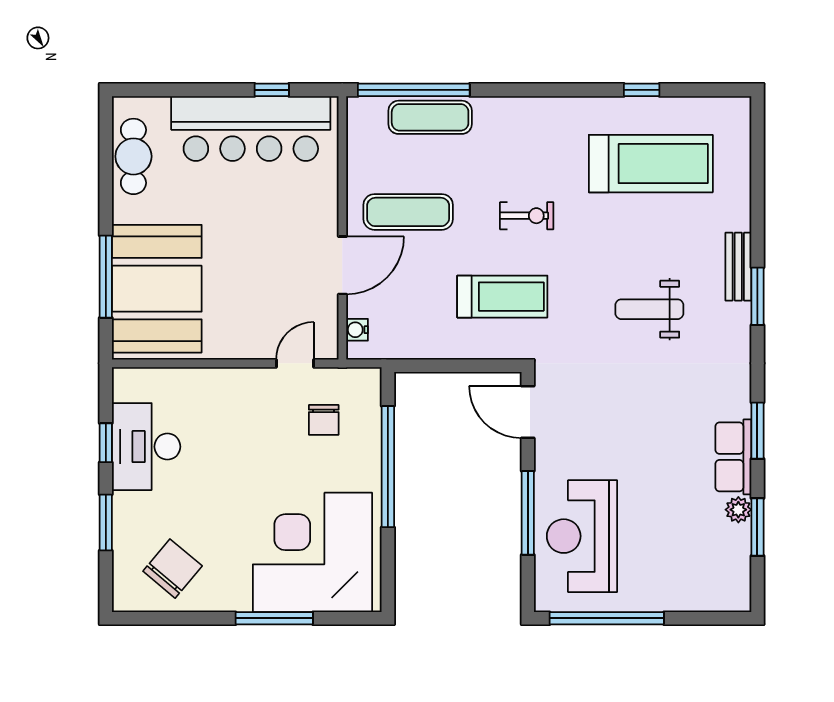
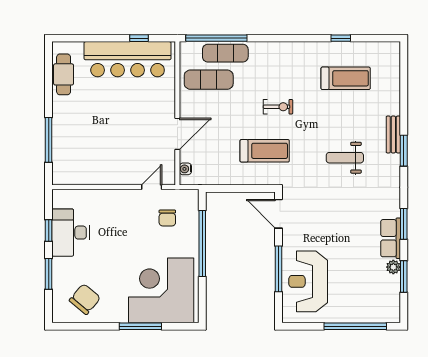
treadmill: (651, 164) -> (346, 78), width x0.73, depth x0.73
exercise mat: (408, 212) -> (209, 80), moved
booth: (157, 289) -> (76, 147), removed
window: (607, 618) -> (355, 326), moved

